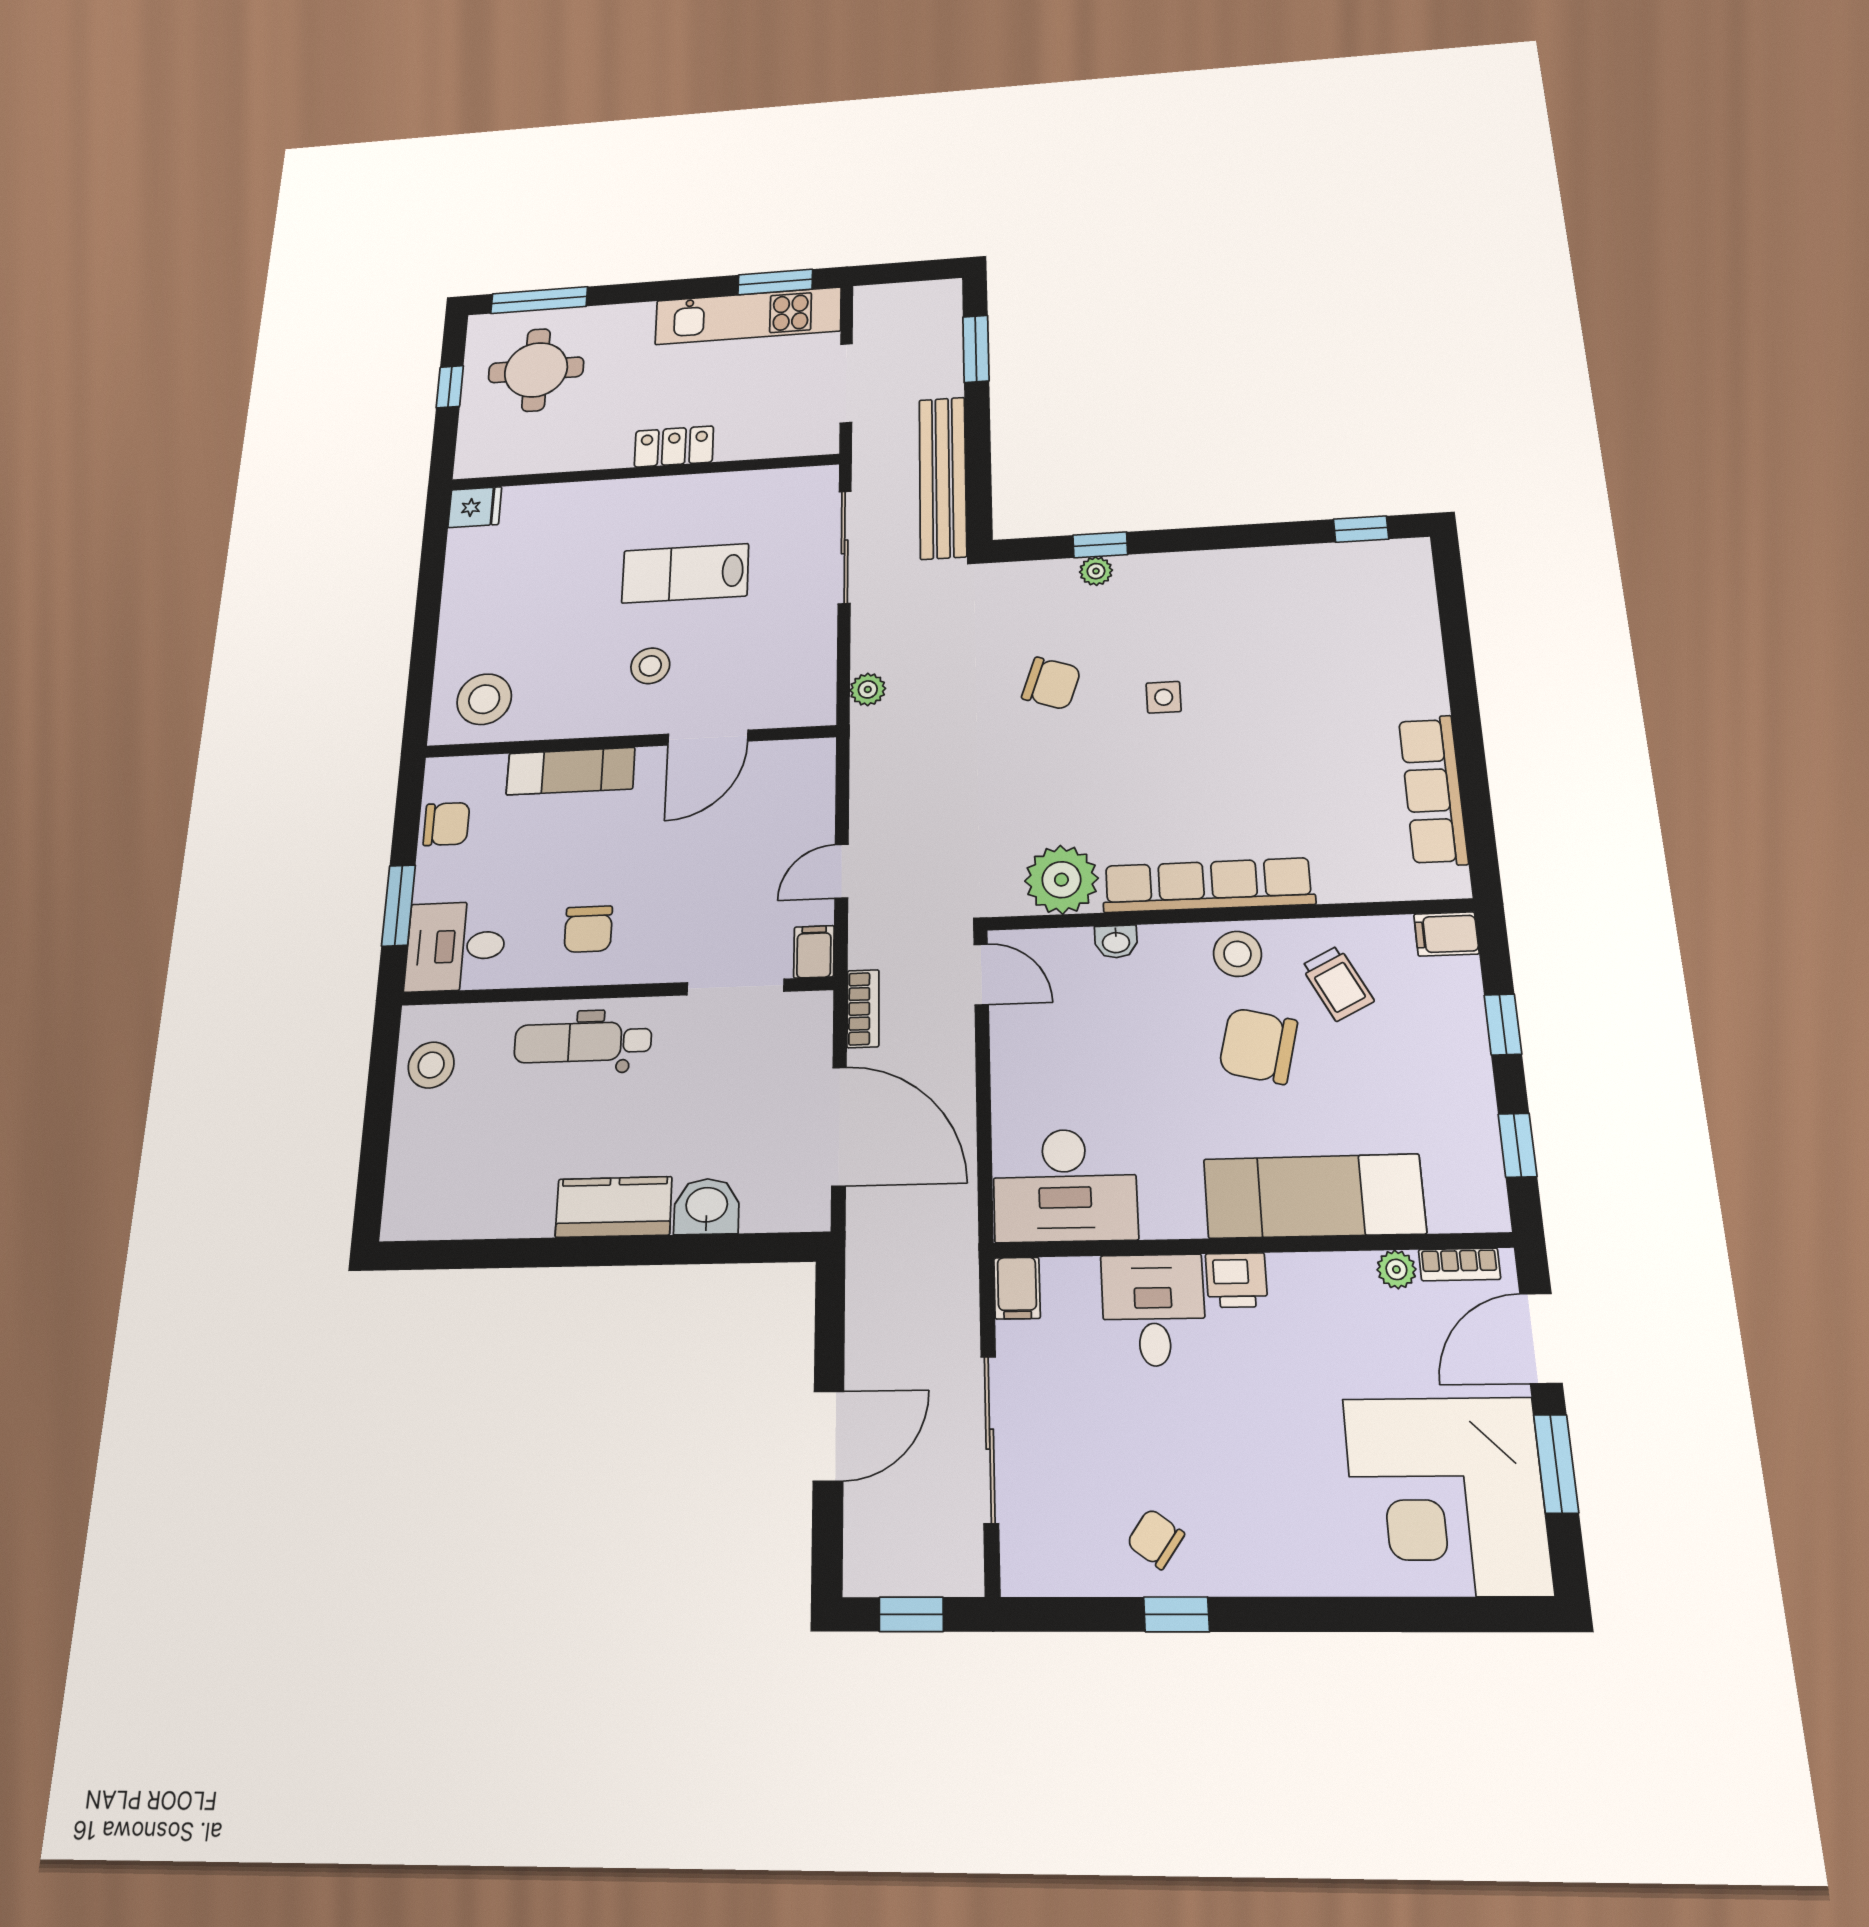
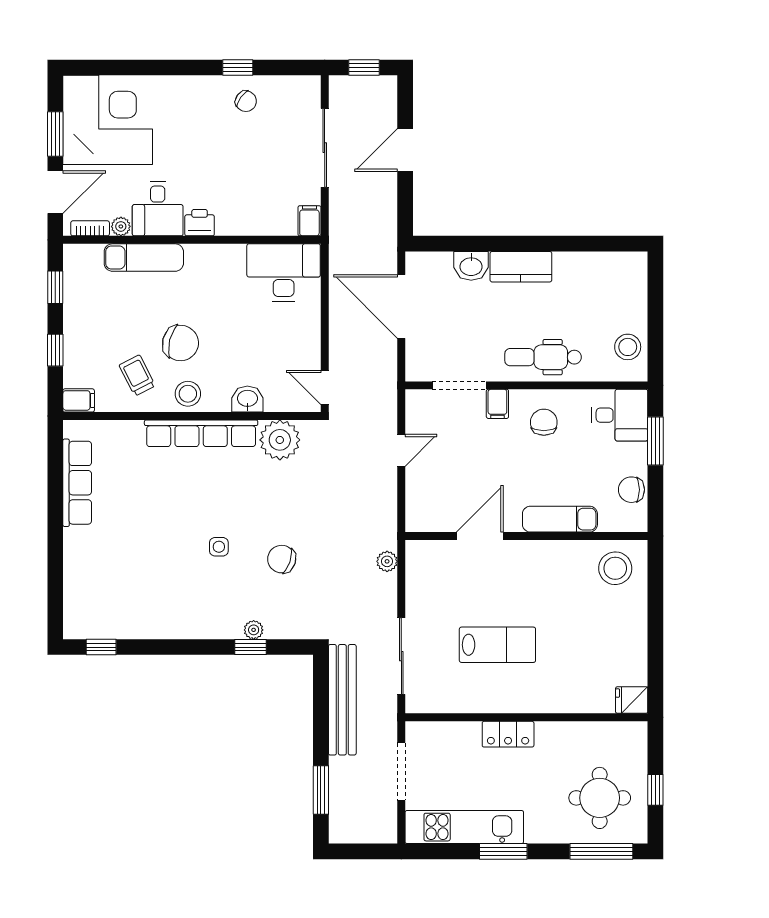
window: (775, 282) -> (503, 851), moved
stool: (650, 666) -> (516, 584), removed
washbasin: (1116, 942) -> (247, 399), width x1.38, depth x1.45
filing cabinet: (814, 952) -> (497, 404), moved
bookcase: (863, 1009) -> (389, 371), removed
dental chair: (583, 1042) -> (543, 357), turned 180
exam couch: (1314, 1196) -> (144, 258), width x0.73, depth x0.69
desk: (1153, 1310) -> (158, 209), moved

